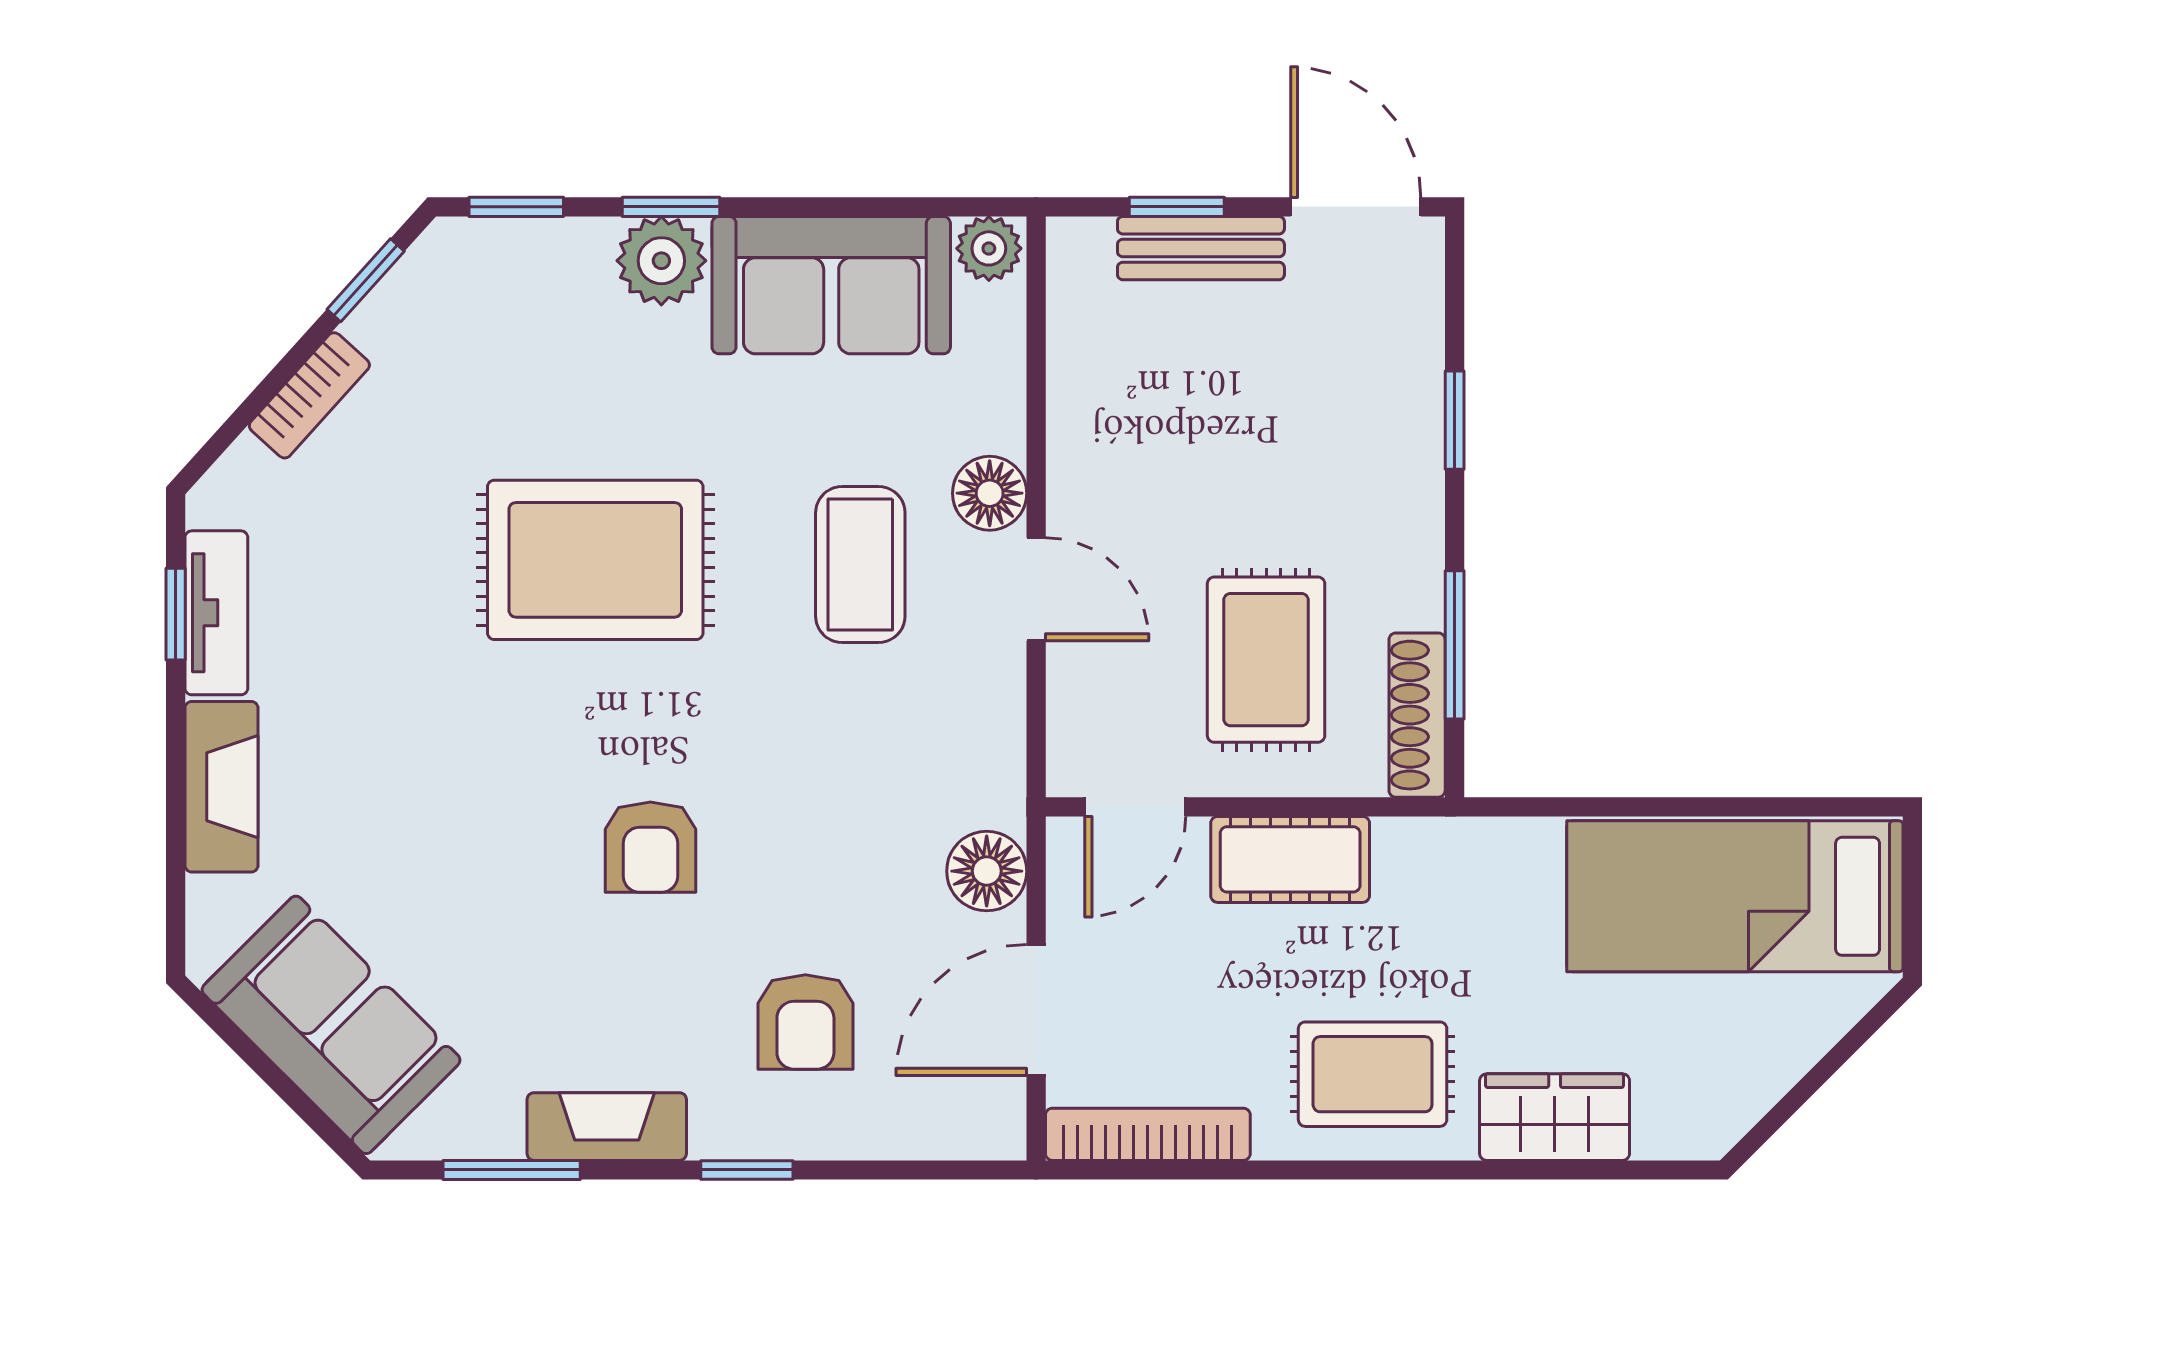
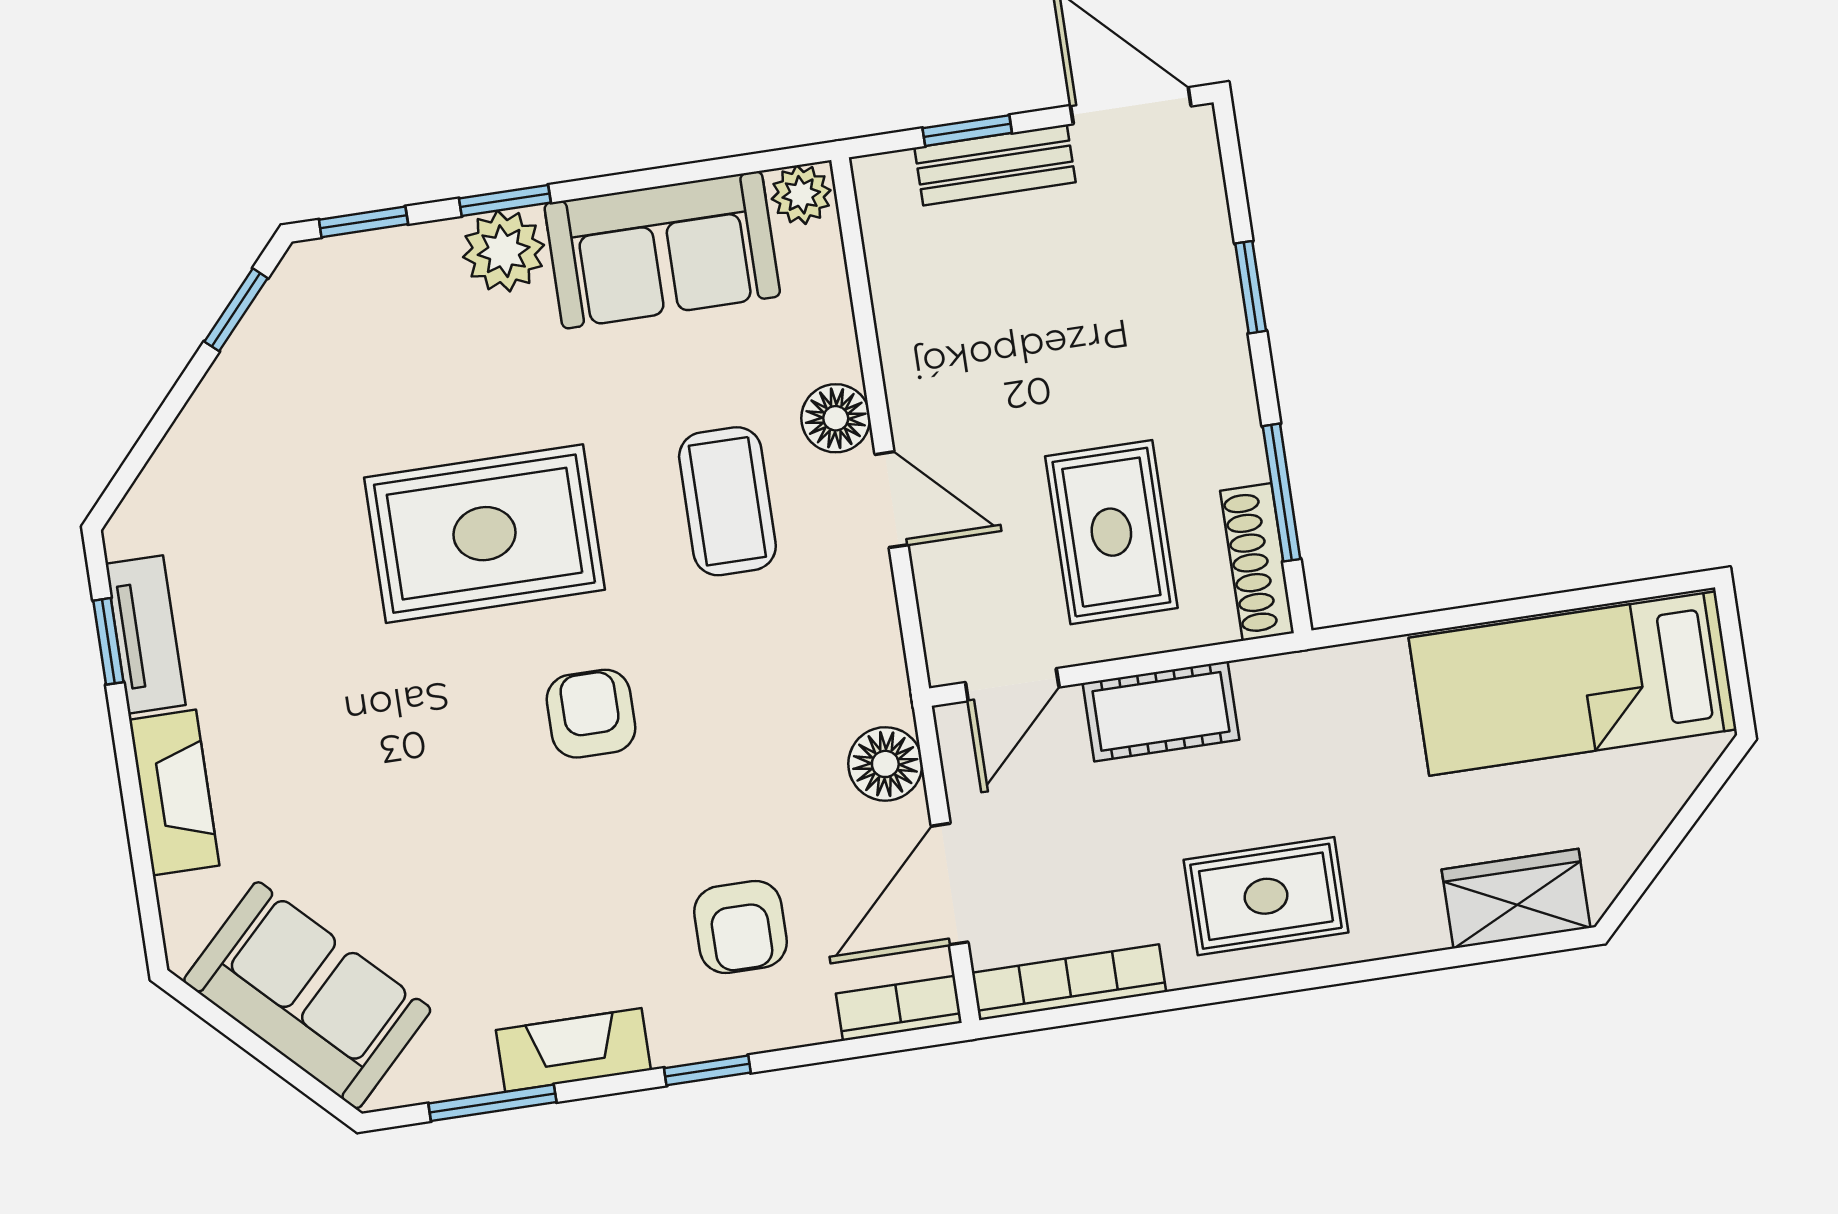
bookcase: (309, 395) -> (899, 1008), moved, turned -132
armchair: (650, 847) -> (591, 714), moved, turned 180
wardrobe: (1555, 1117) -> (1516, 899), moved

